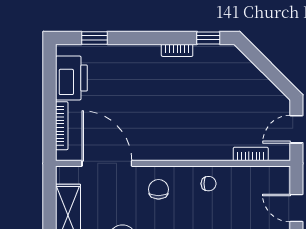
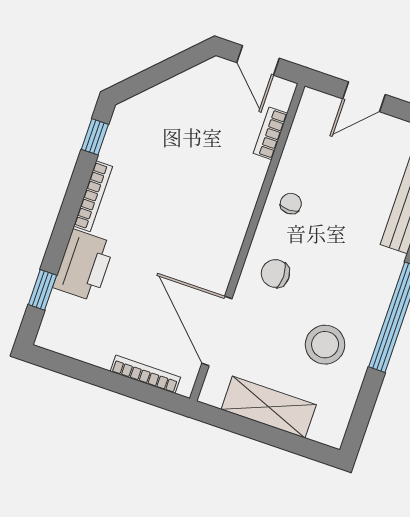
bookcase: (177, 50) -> (93, 196), width x1.56
printer: (71, 78) -> (84, 265), moved, turned 90
door: (107, 163) -> (217, 331), hinge flipped

